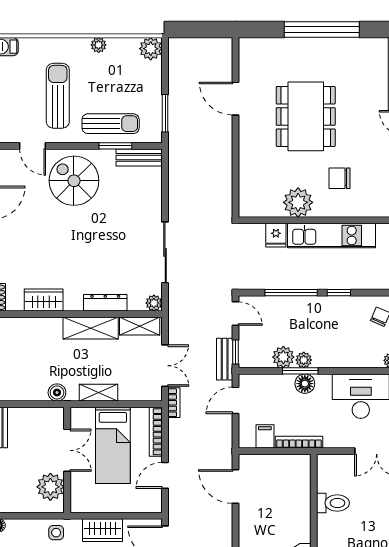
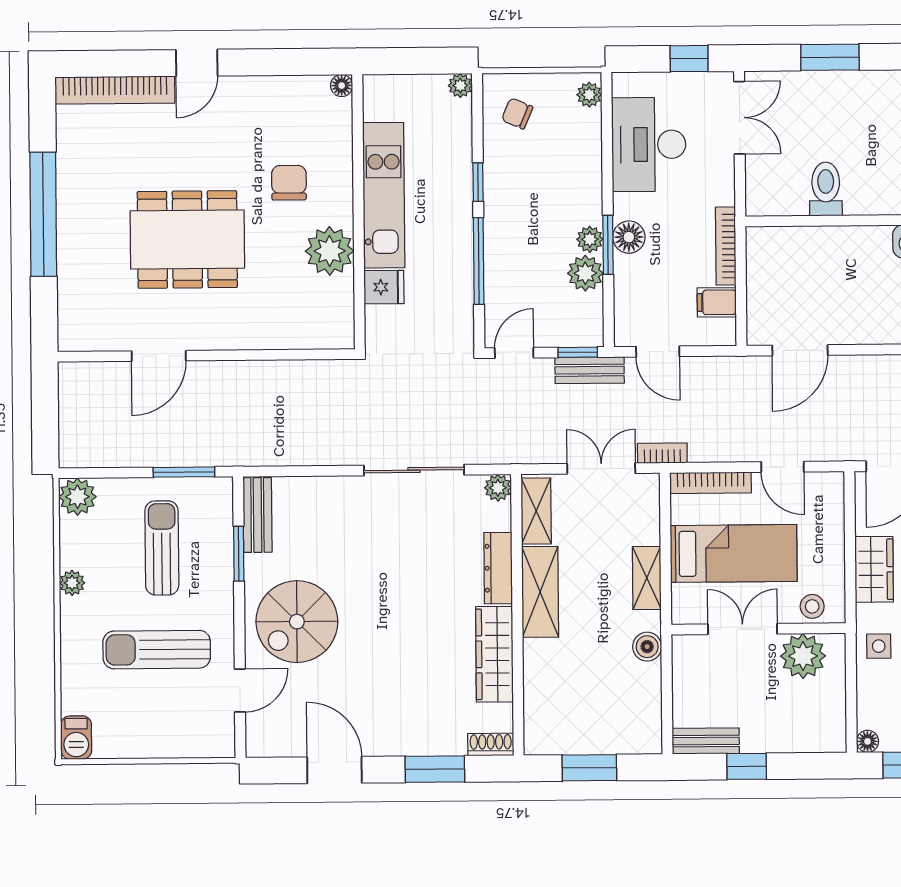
sun lounger: (111, 124) -> (162, 548), moved
chair: (340, 178) -> (289, 183), turned 180
wardrobe: (44, 300) -> (494, 654), width x1.50
stool: (80, 493) -> (812, 606), added

